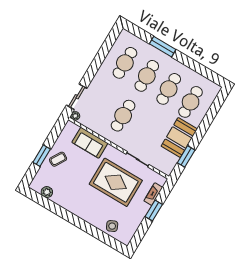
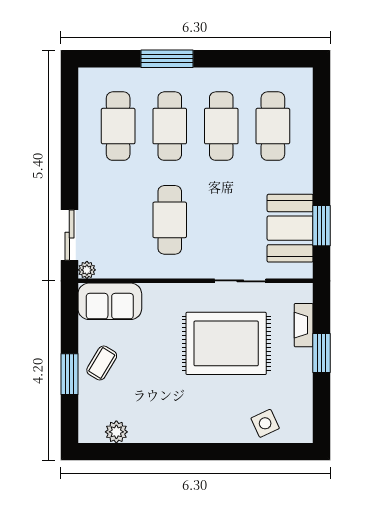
booth: (179, 138) -> (290, 228), moved
sofa: (90, 143) -> (110, 301), moved

